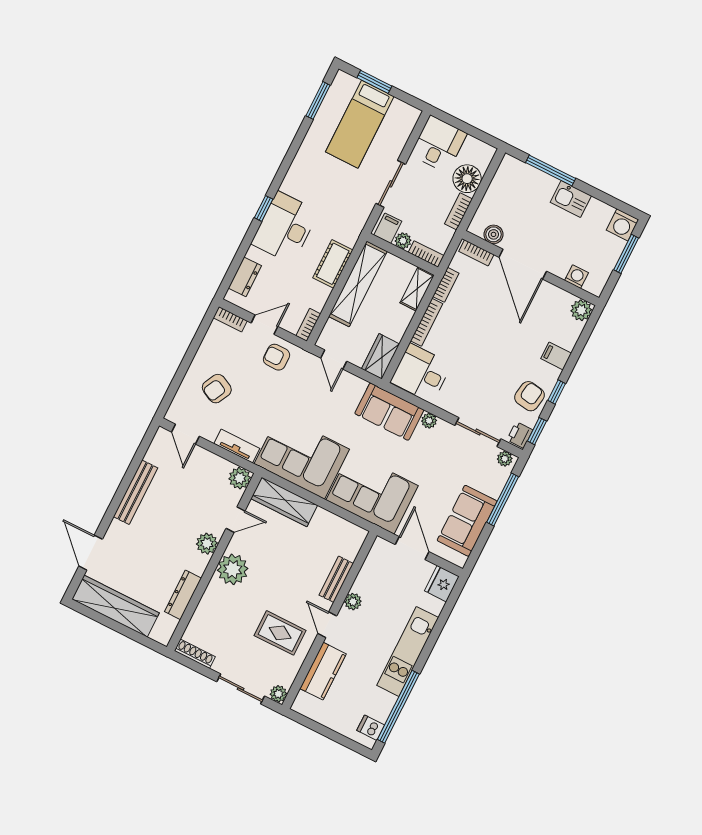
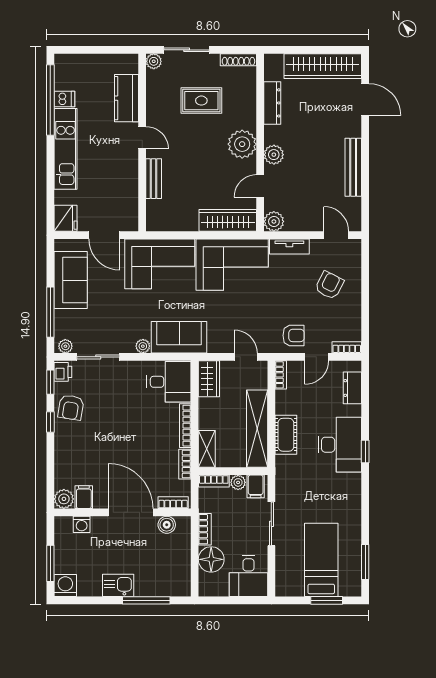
filing cabinet: (556, 356) -> (84, 497), moved, turned -90
plant: (353, 602) -> (131, 167), removed
rug: (280, 633) -> (201, 101), moved
dishwasher: (371, 728) -> (64, 99), moved

